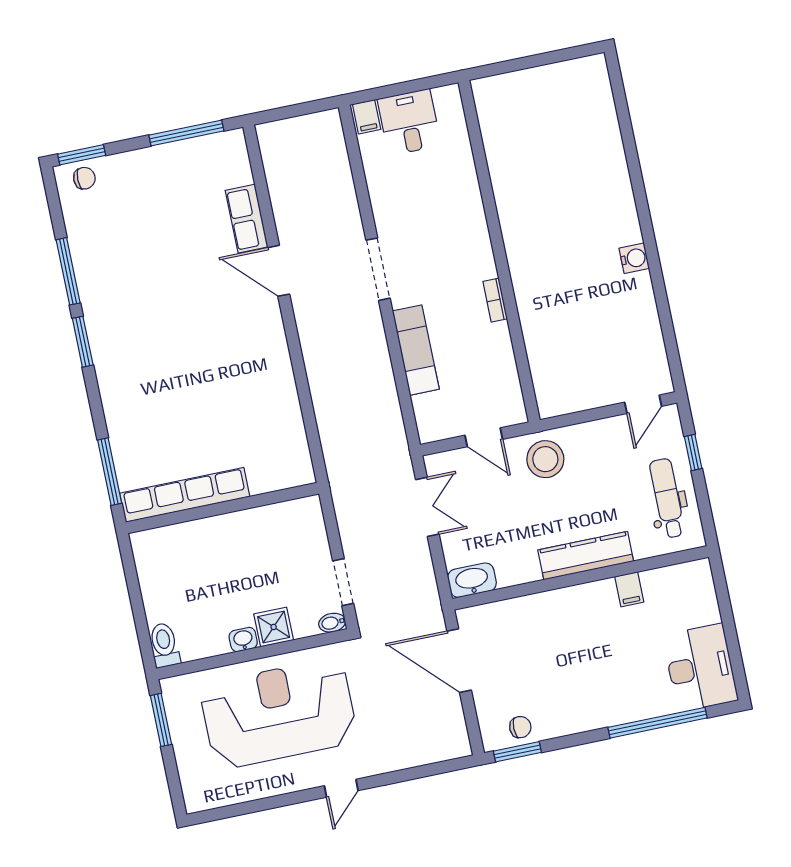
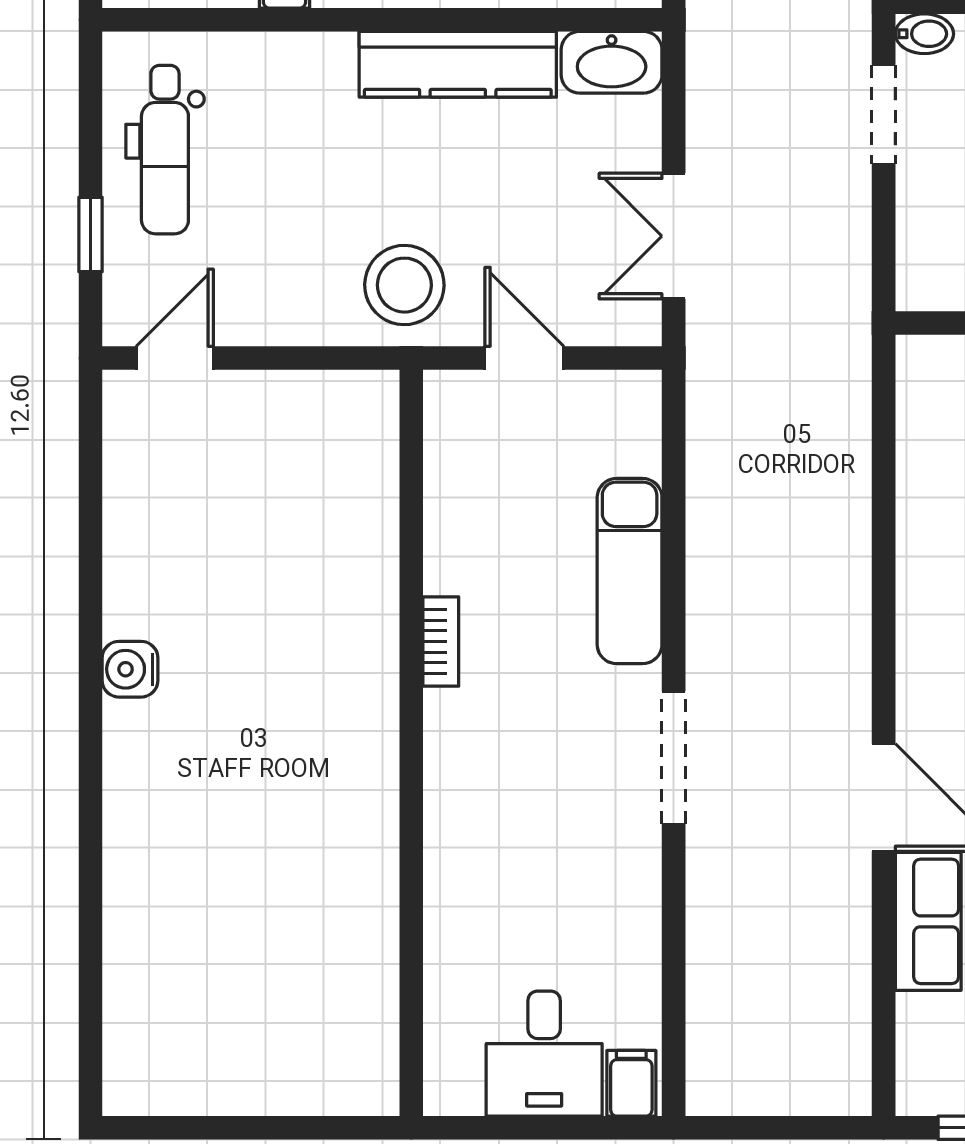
kitchen counter: (586, 556) -> (458, 64), moved

